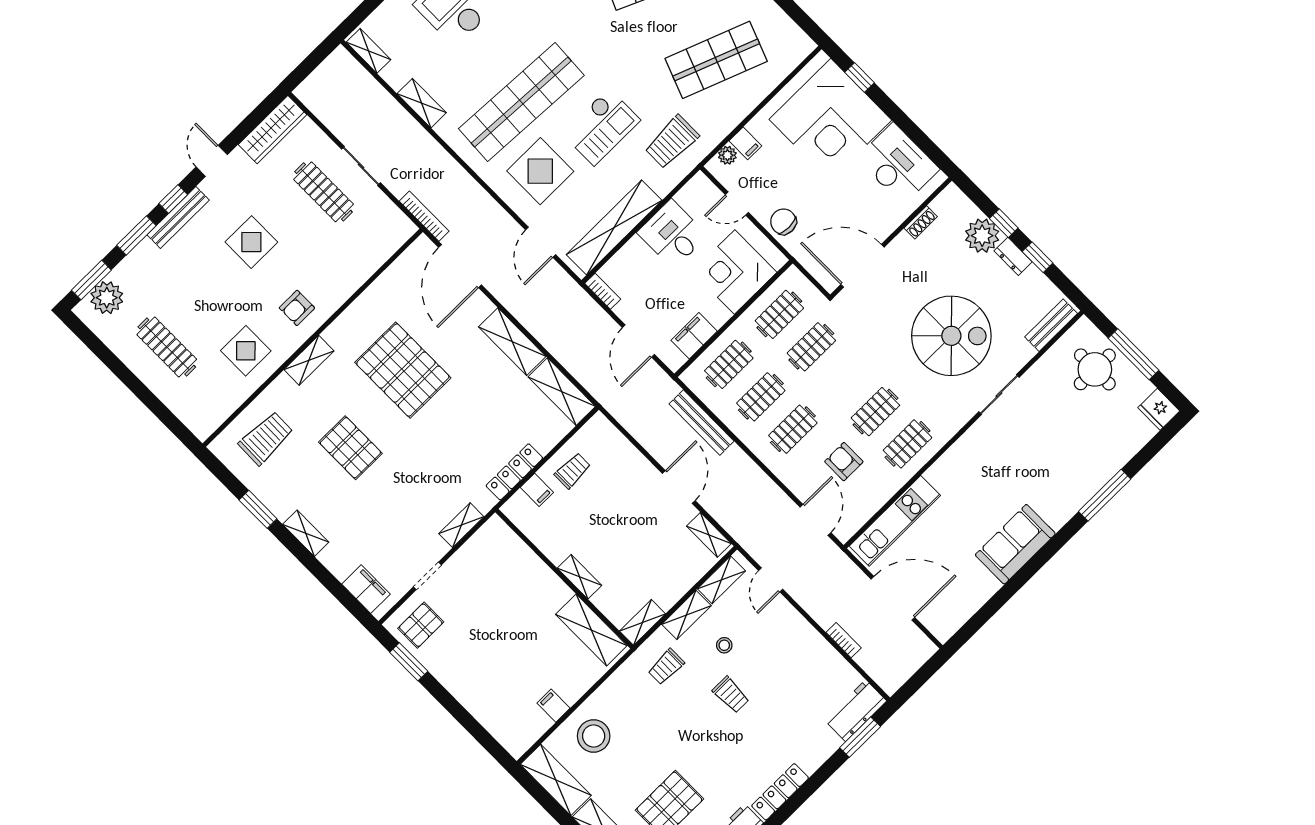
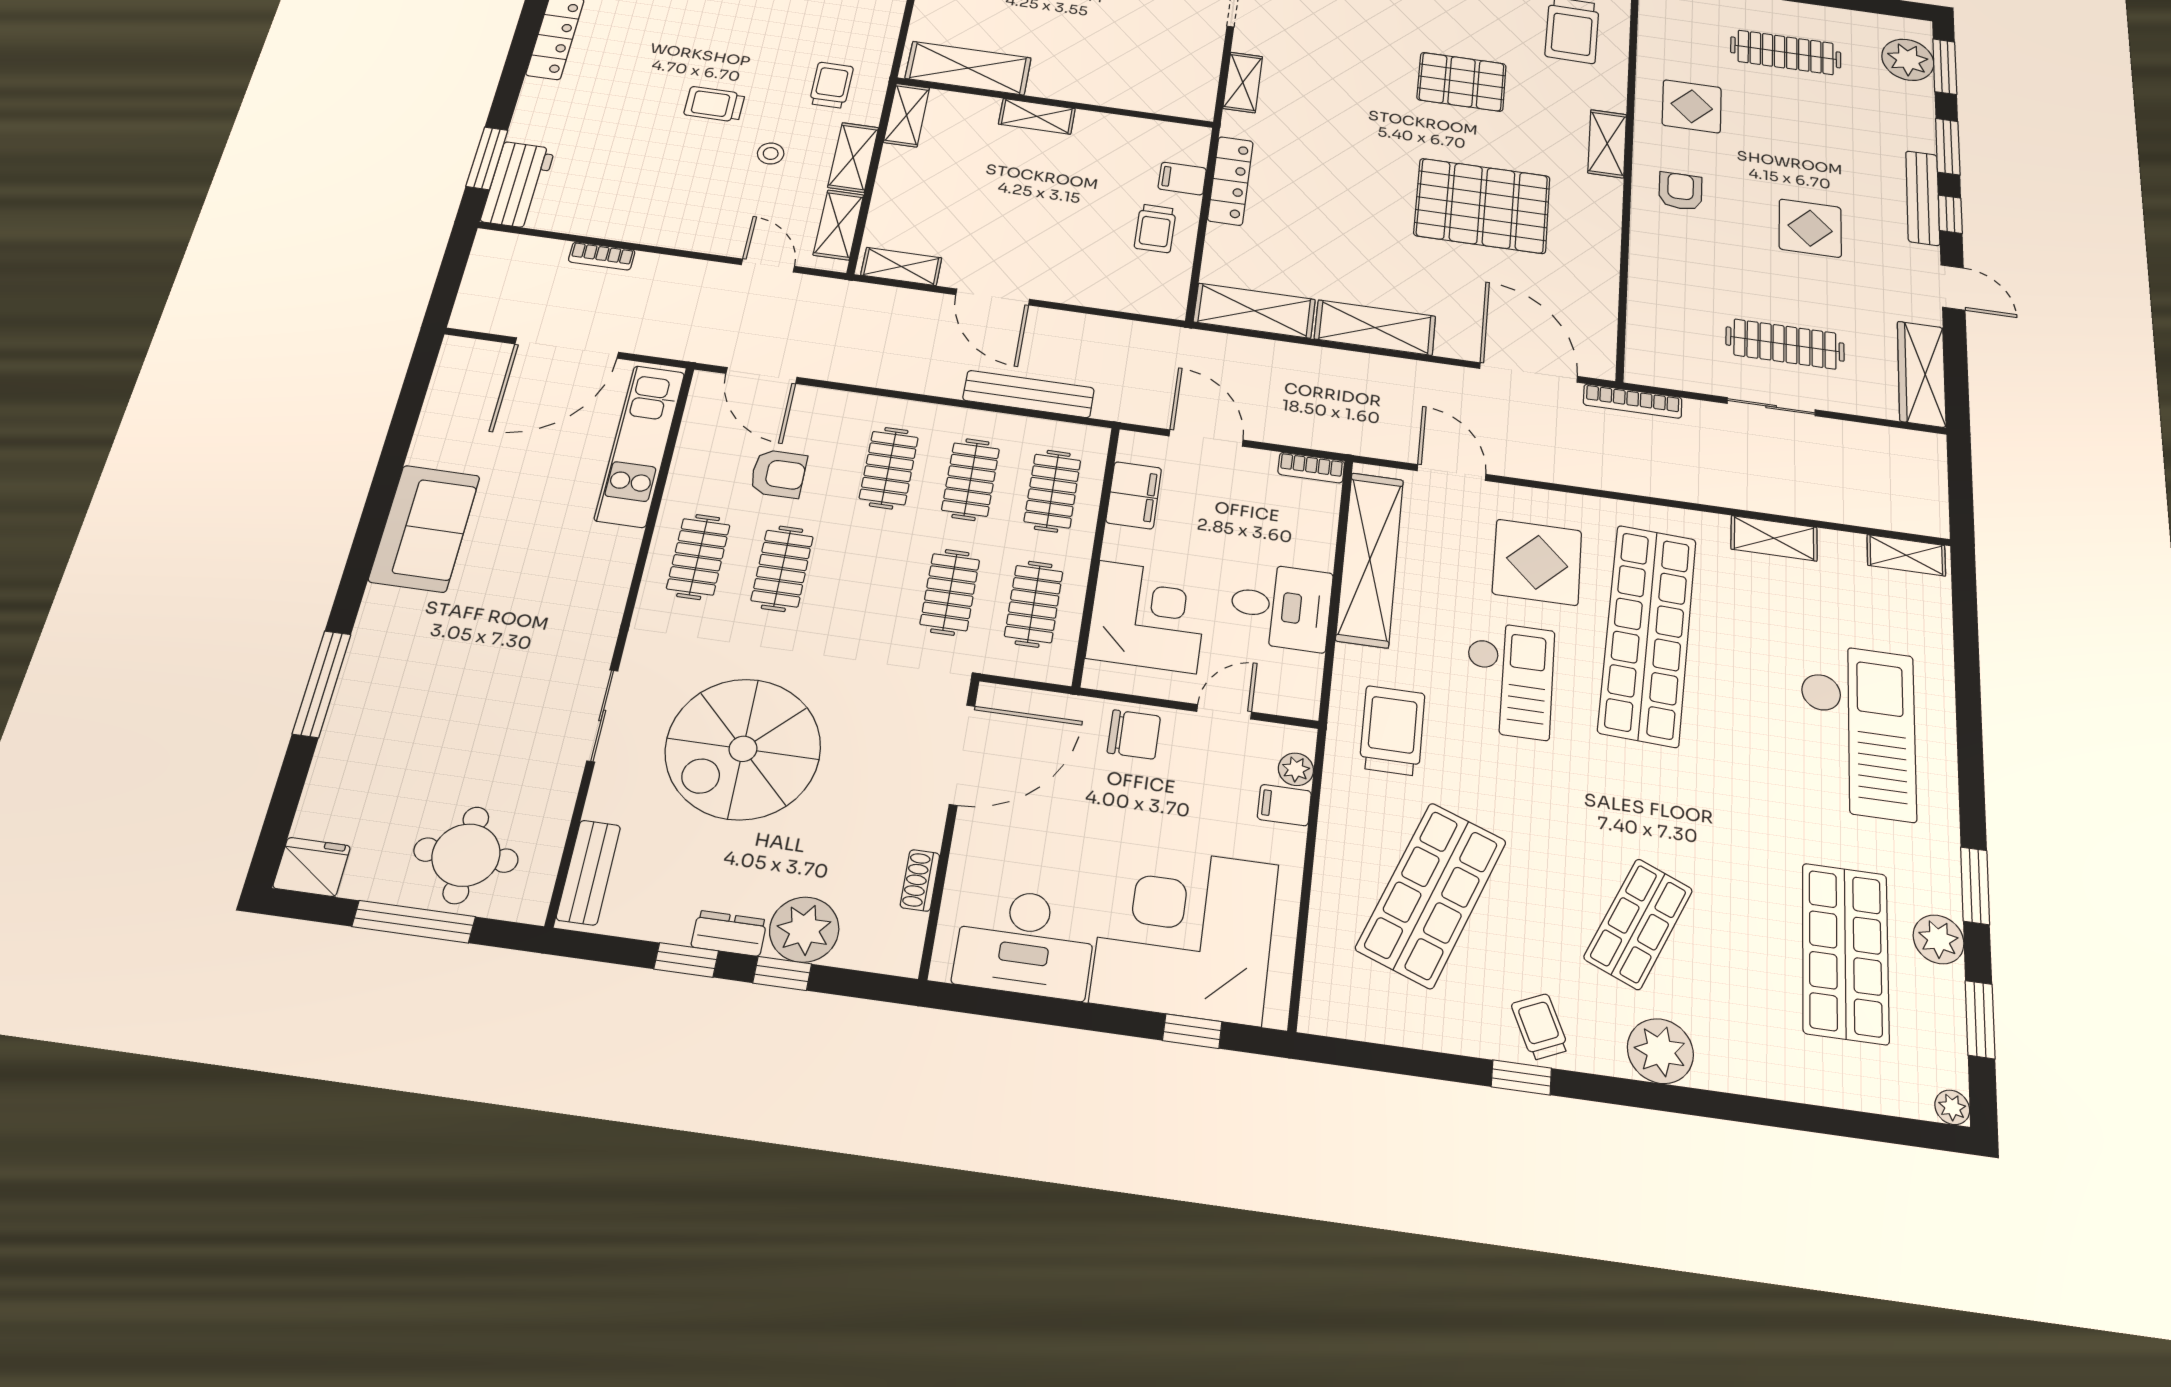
checkout: (601, 127) -> (1509, 680), turned 180

